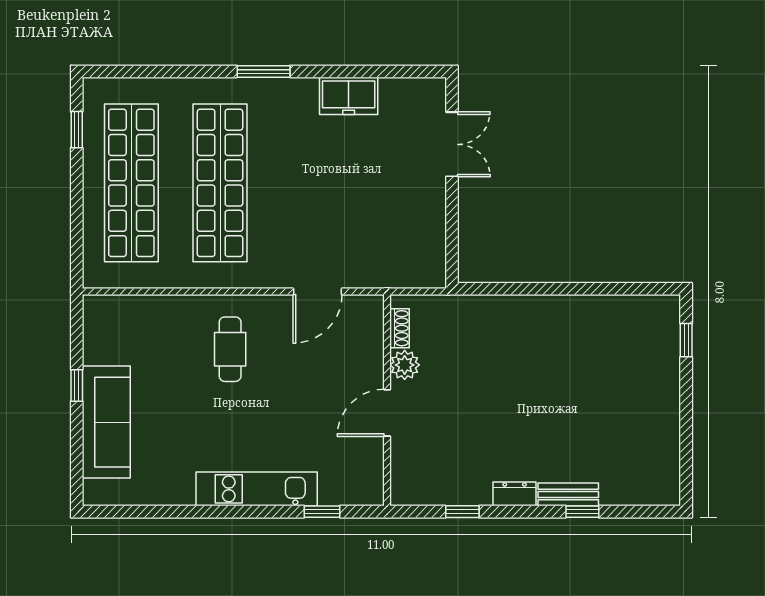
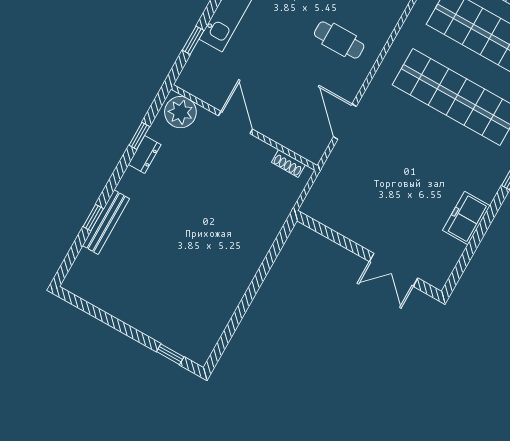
plant: (405, 365) -> (180, 112), moved, width x1.36, depth x1.36
dresser: (515, 494) -> (145, 154), moved
bench: (568, 494) -> (106, 222), width x1.36

